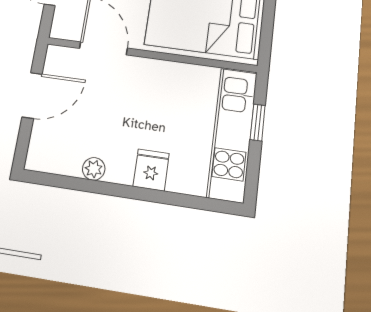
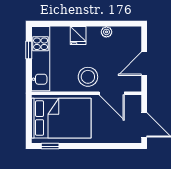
stool: (144, 85) -> (88, 77), added
window: (258, 122) -> (29, 50), moved

